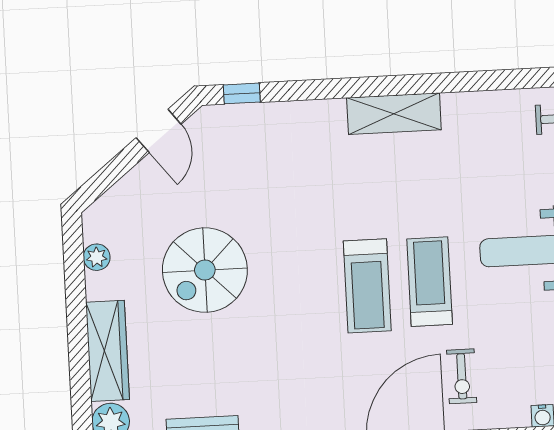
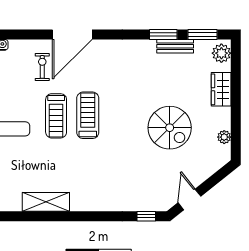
shelving: (394, 114) -> (46, 202), moved
spiral stairs: (205, 270) -> (170, 128), turned 90
wardrobe: (107, 351) -> (221, 89), width x0.67

